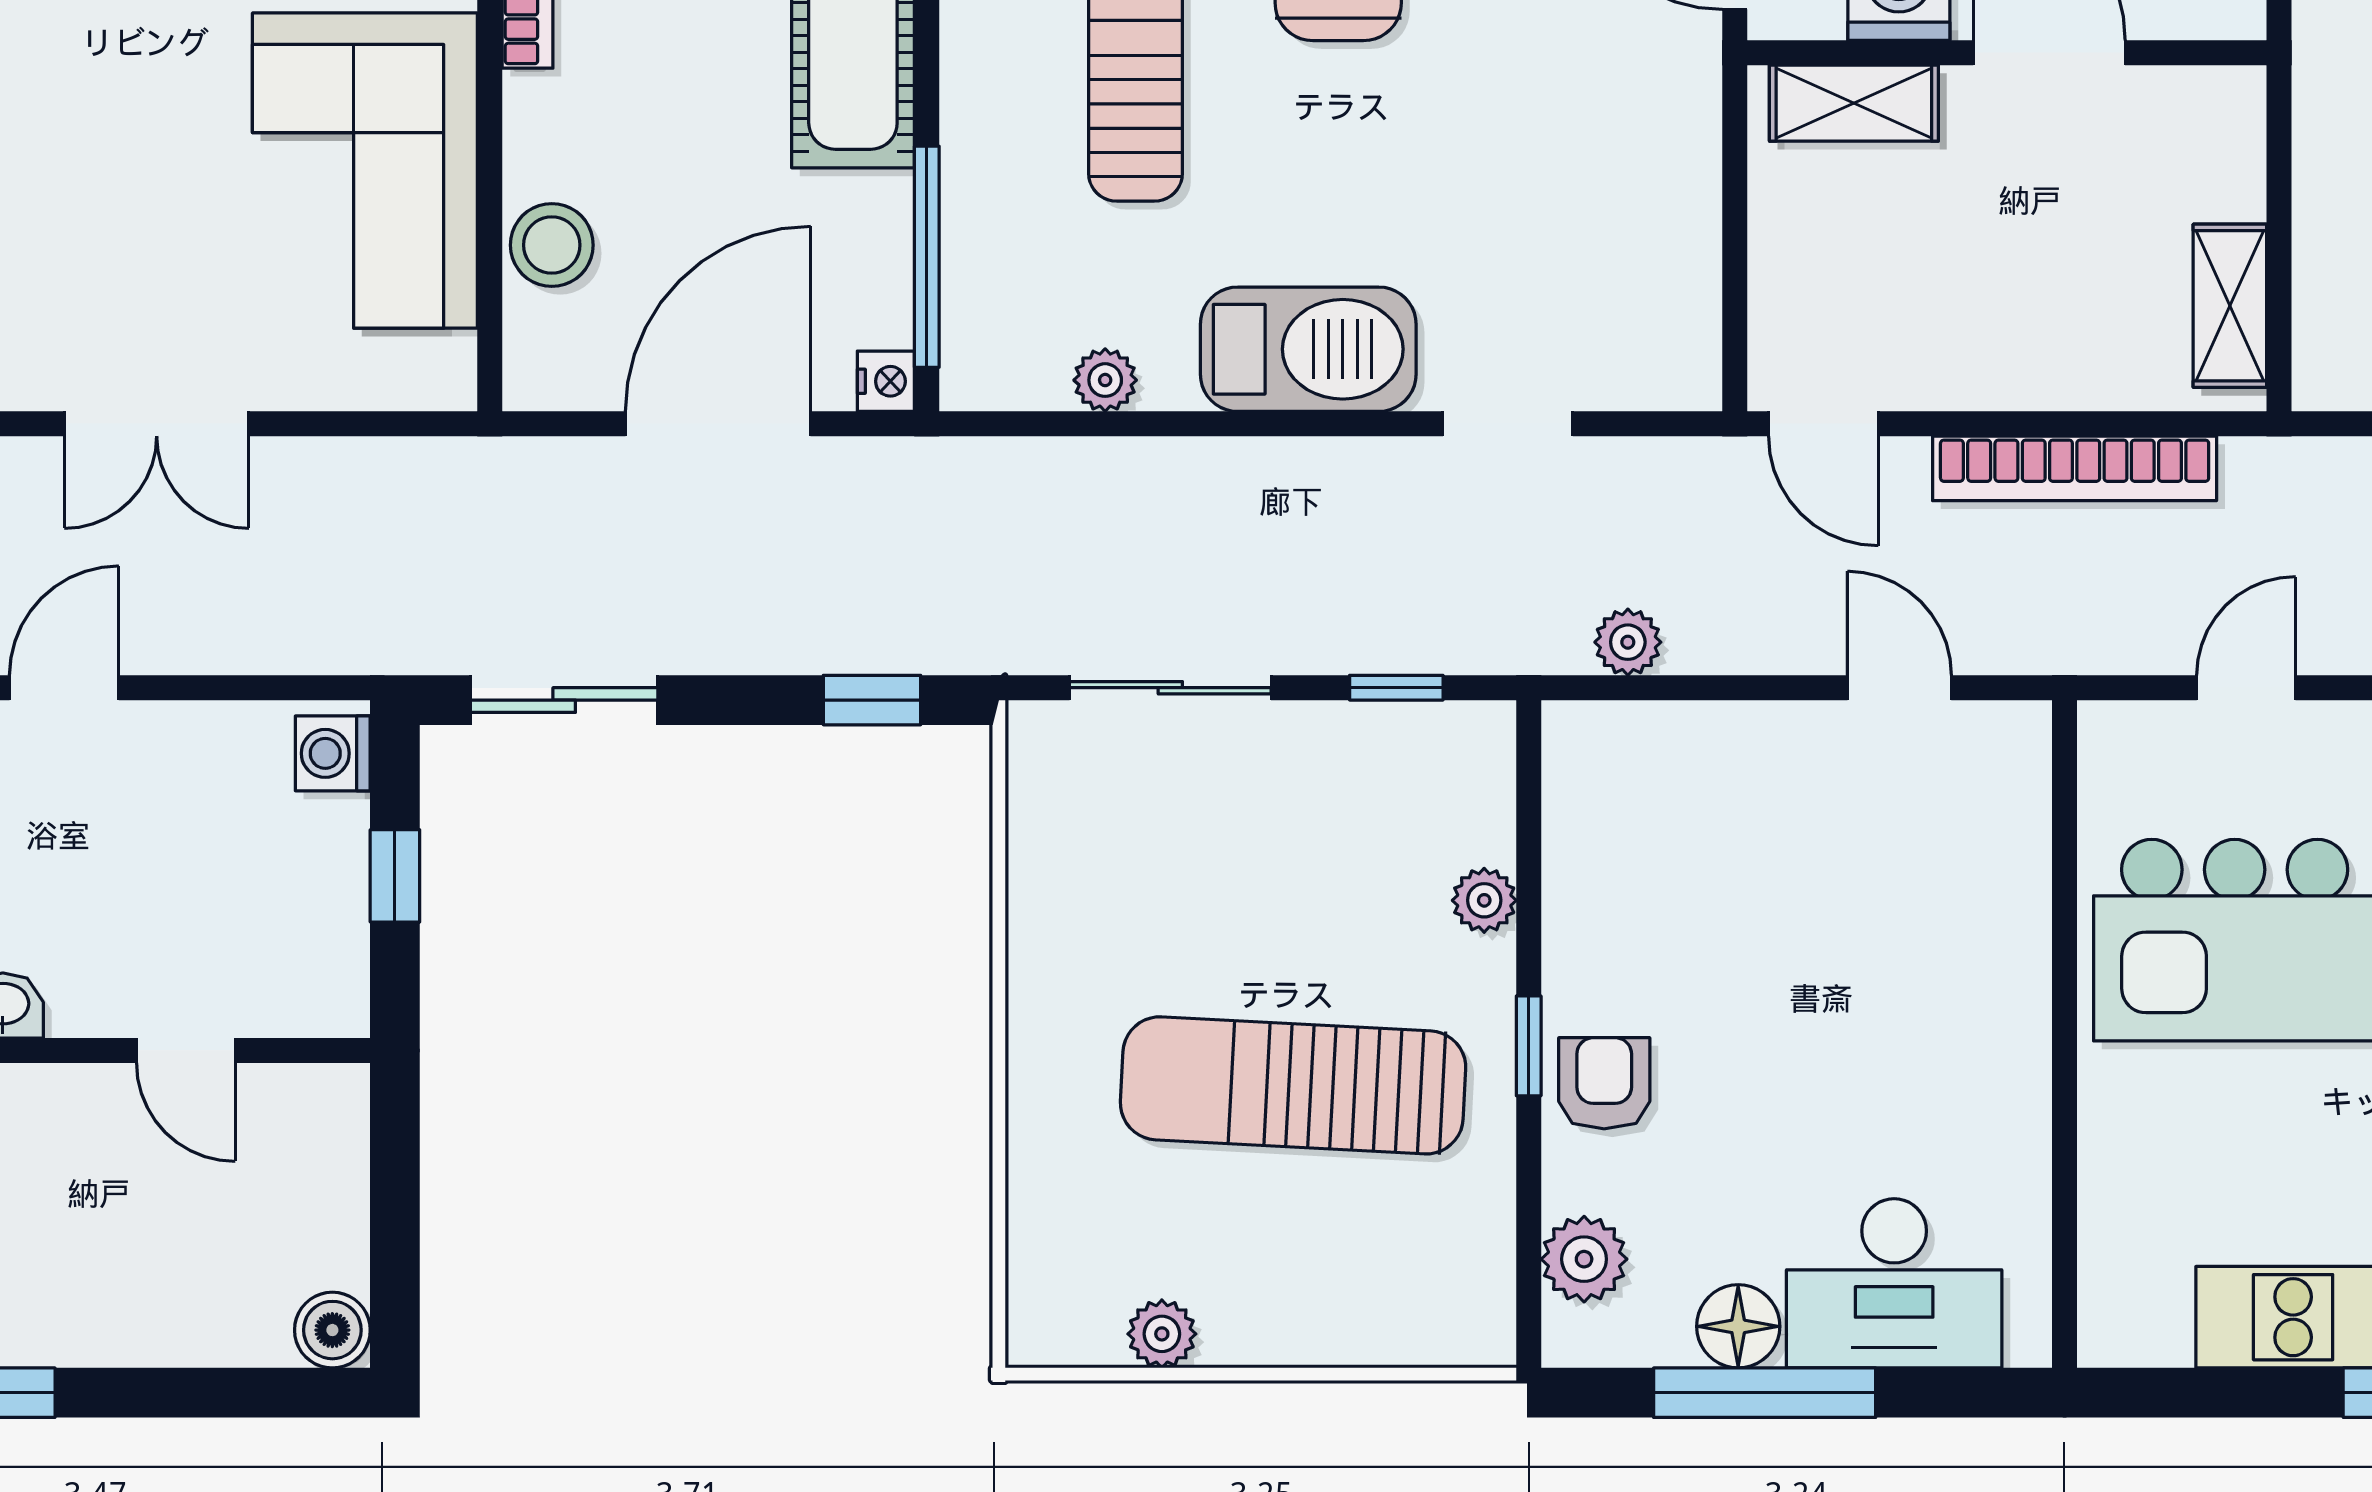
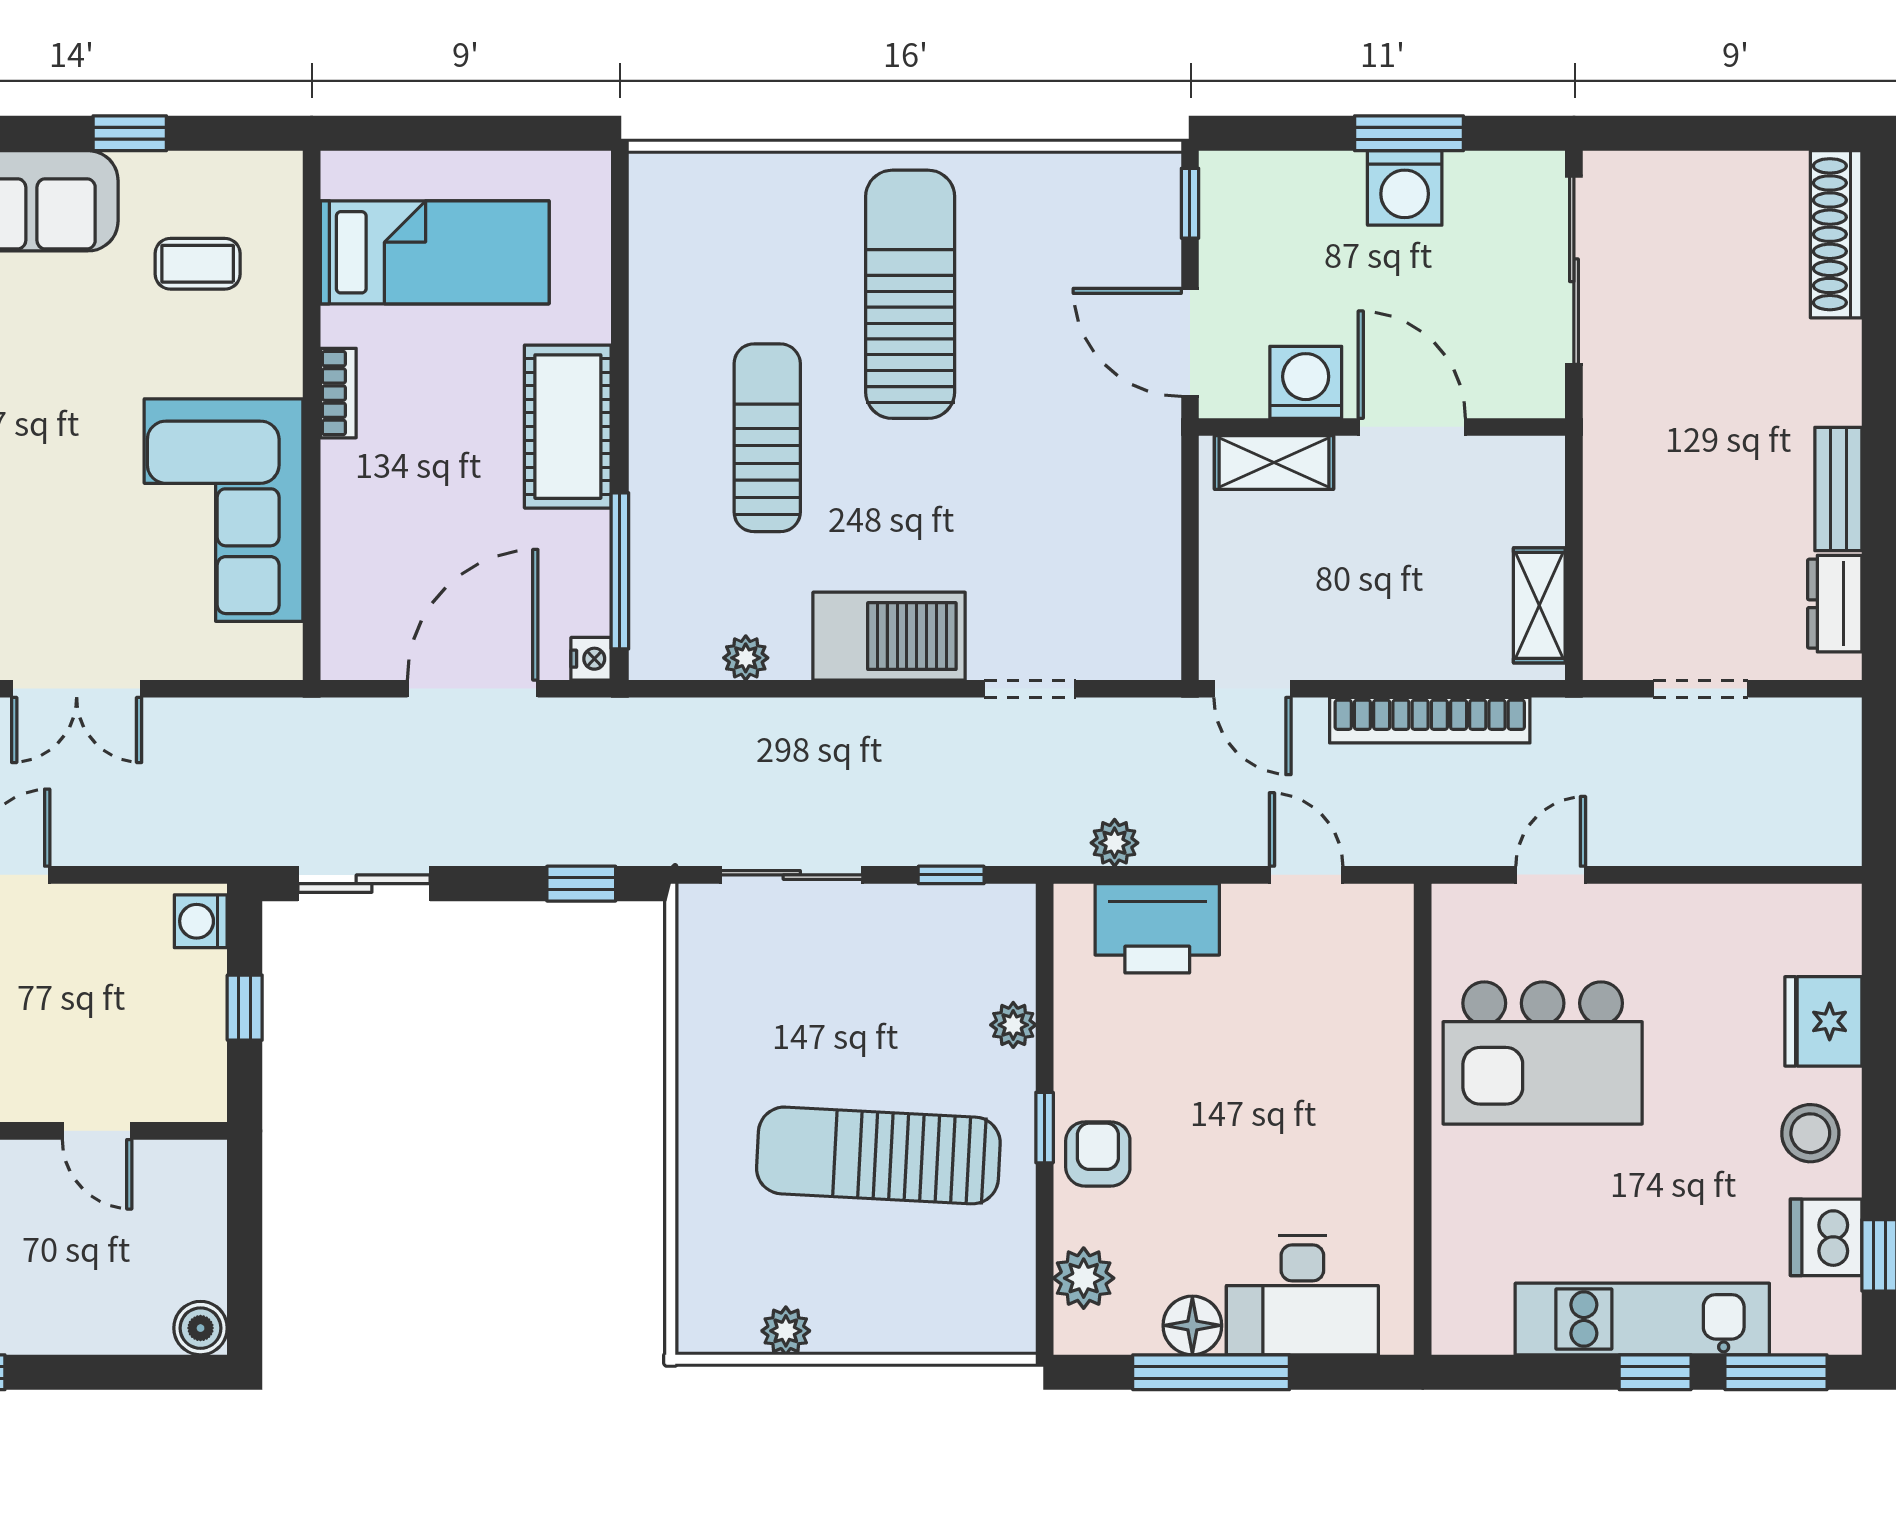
stool: (552, 245) -> (355, 563), removed
printer: (1688, 763) -> (1157, 928), added

